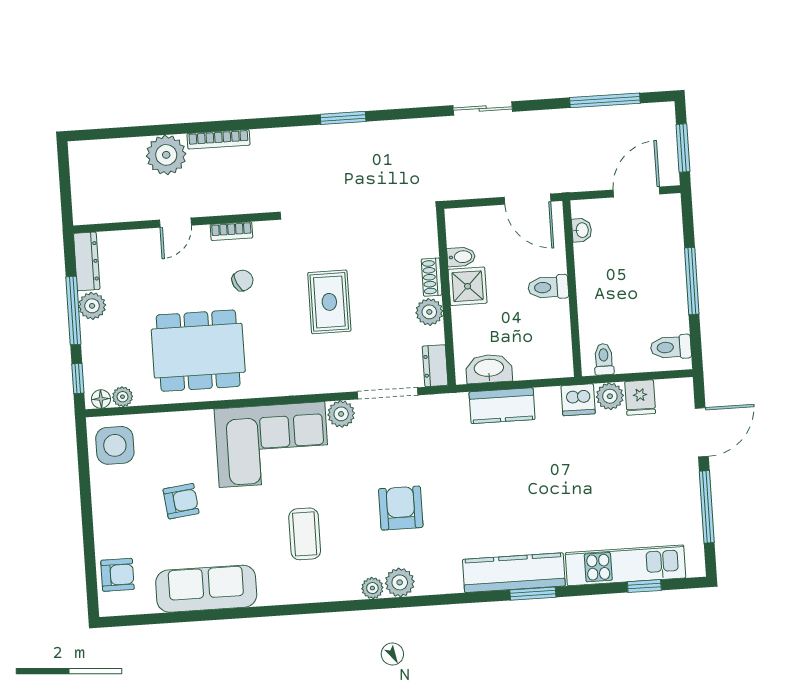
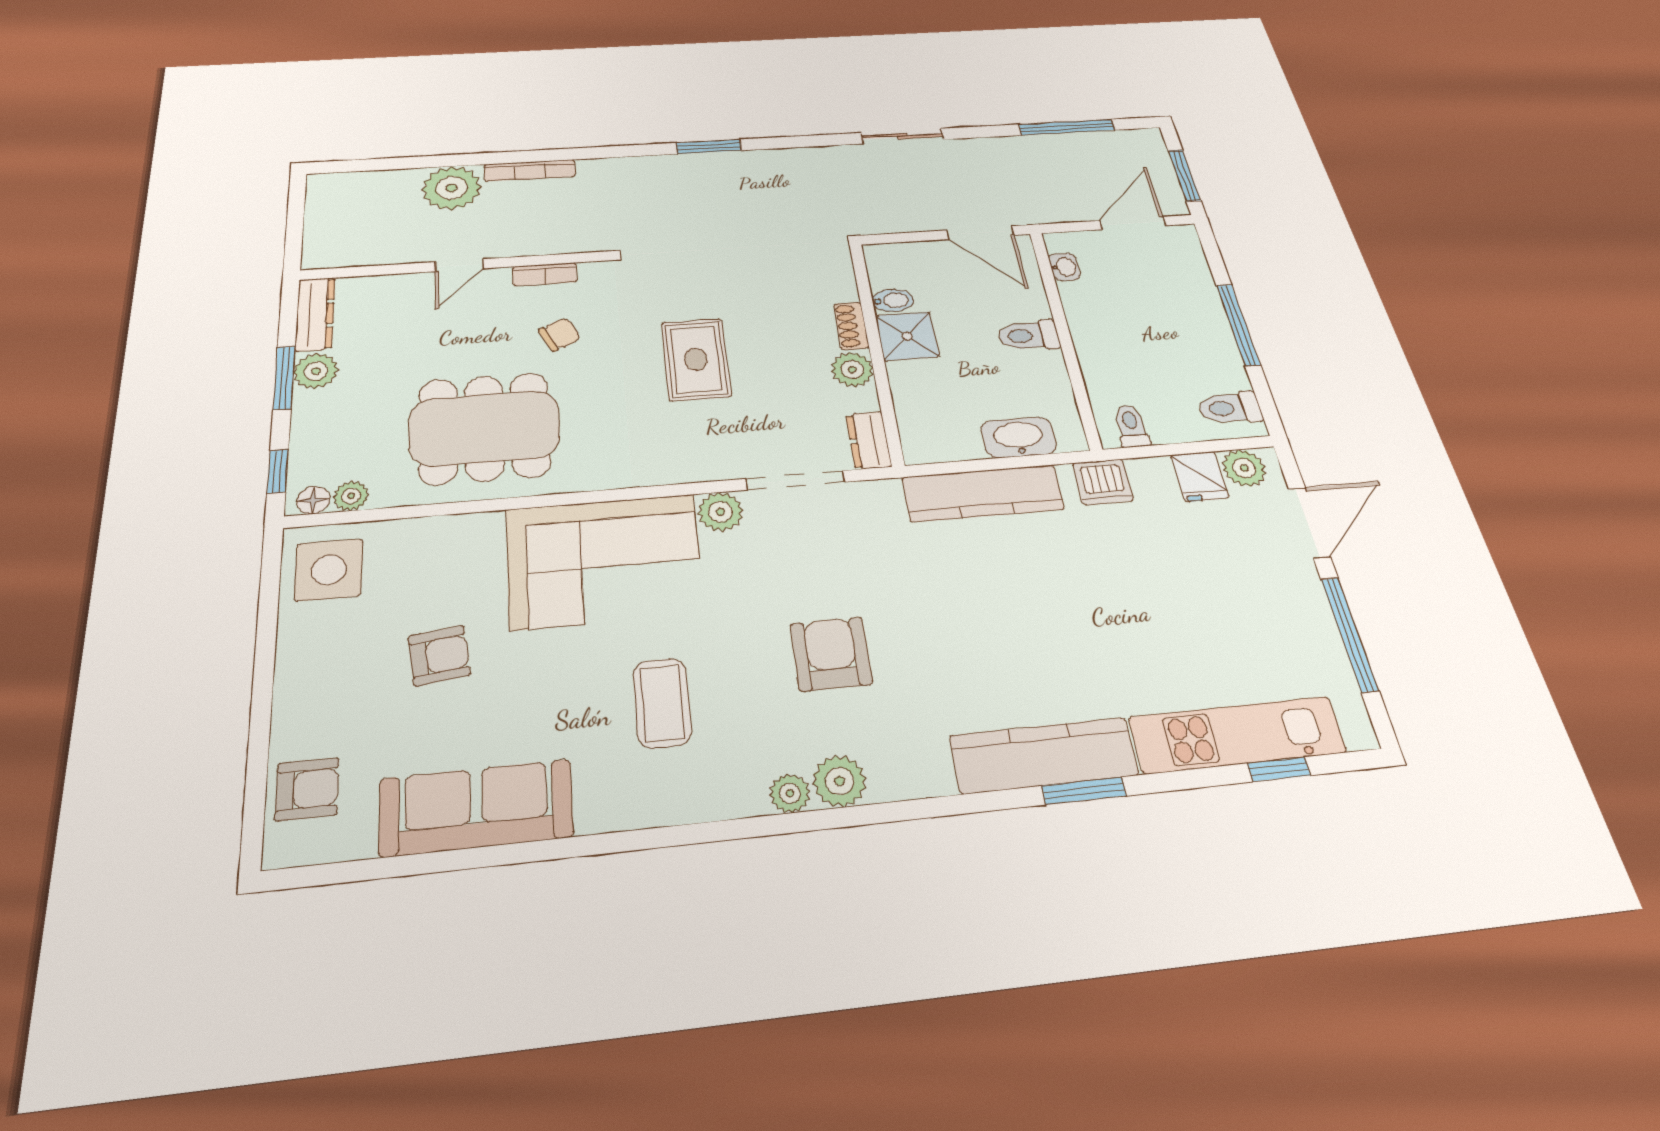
window: (73, 311) -> (284, 378), width x0.69
washbasin: (489, 369) -> (1019, 437), moved
plant: (610, 396) -> (1244, 468), moved
kitchen counter: (502, 406) -> (983, 493), width x1.50

